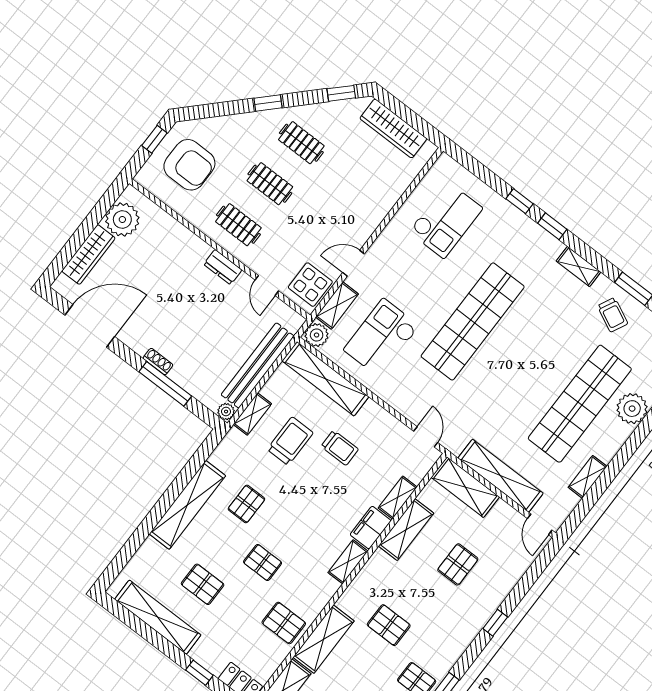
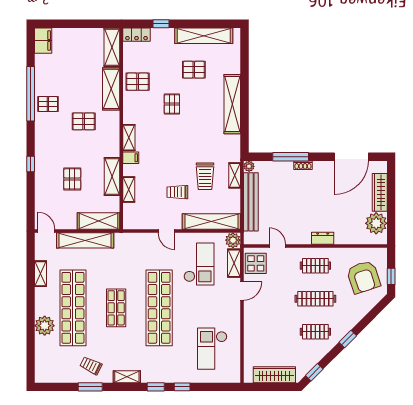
armchair: (189, 165) -> (363, 277), turned -108
clothes rail: (270, 184) -> (315, 299), width x1.36
dresser: (223, 267) -> (323, 238), moved
shop shelf: (526, 363) -> (116, 308), added
door: (426, 437) -> (166, 231), moved
pallet: (246, 504) -> (203, 127), removed
filing cabinet: (371, 528) -> (131, 158), width x0.50
pallet: (263, 563) -> (172, 104), turned 90

